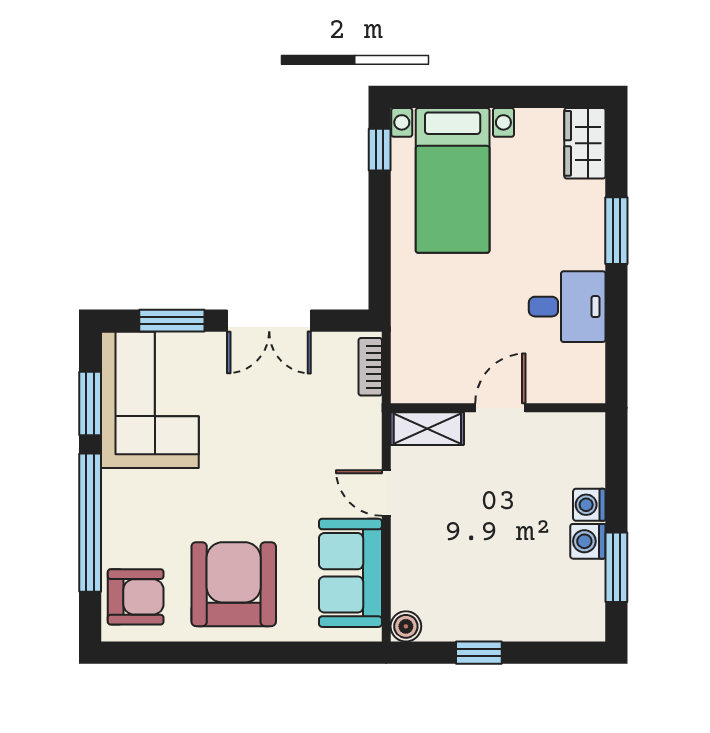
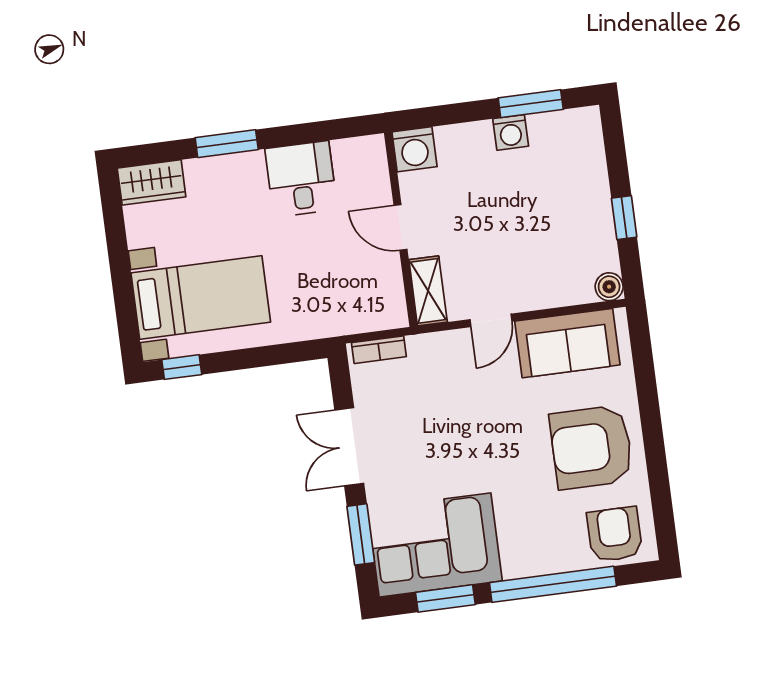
double door: (269, 321) -> (349, 447), swing flipped
washing machine: (589, 505) -> (415, 149), moved, width x1.38, depth x1.38

